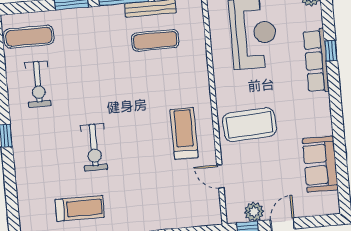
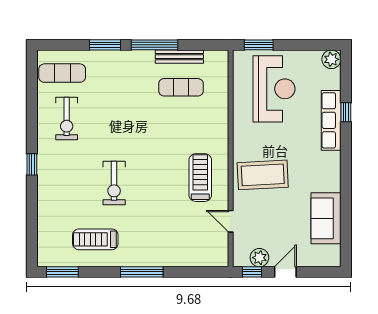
treadmill: (80, 208) -> (95, 239), turned 180

